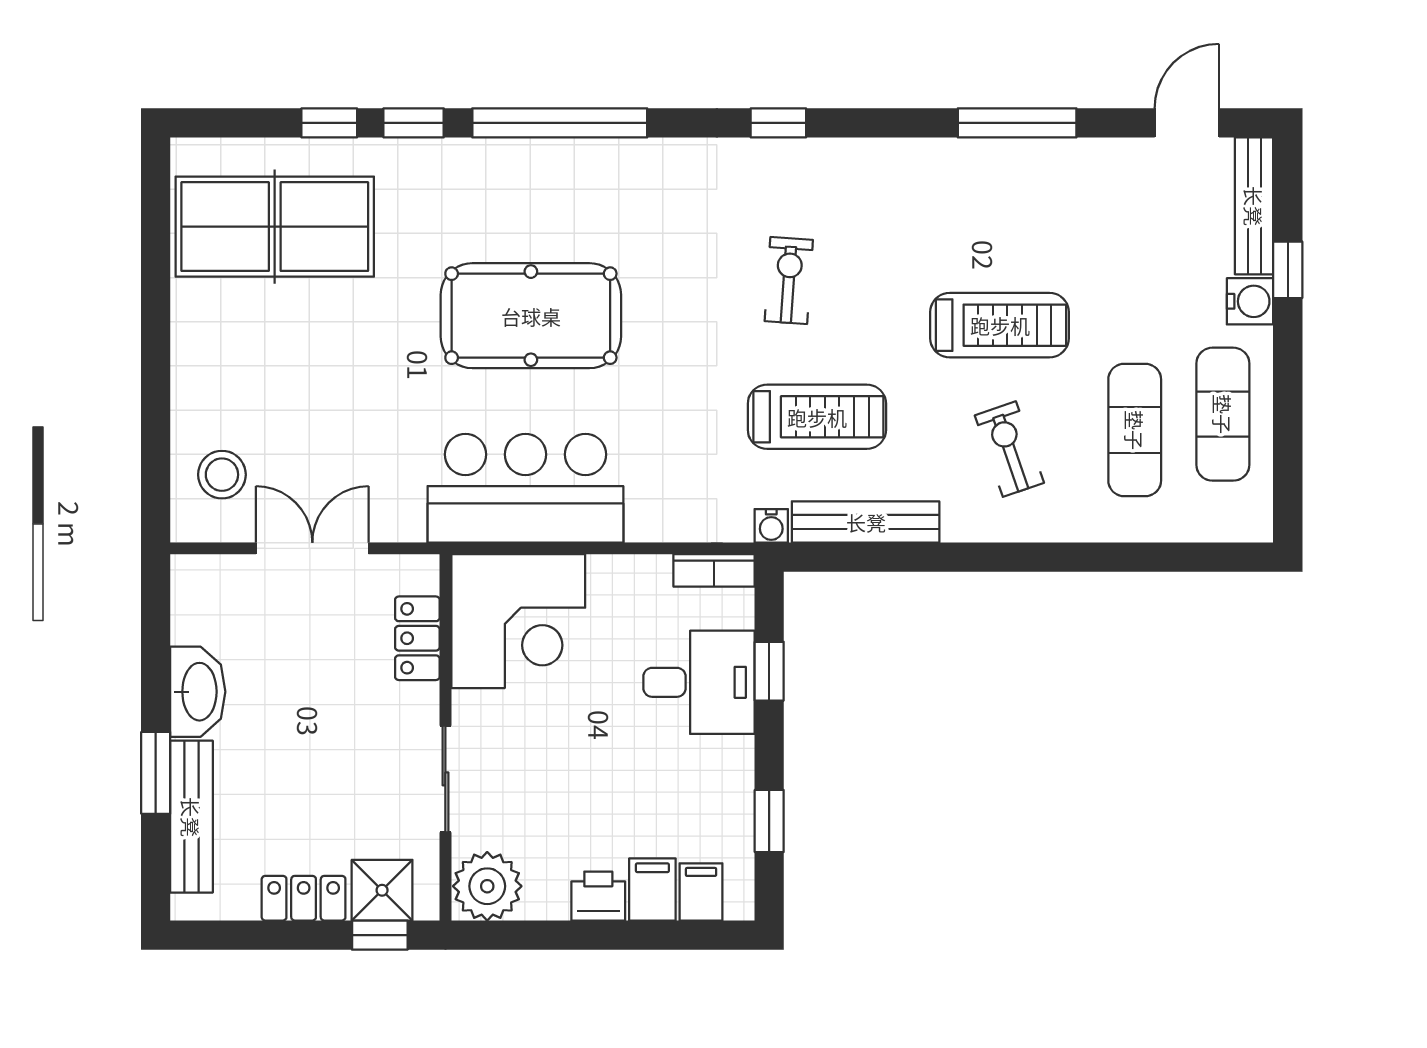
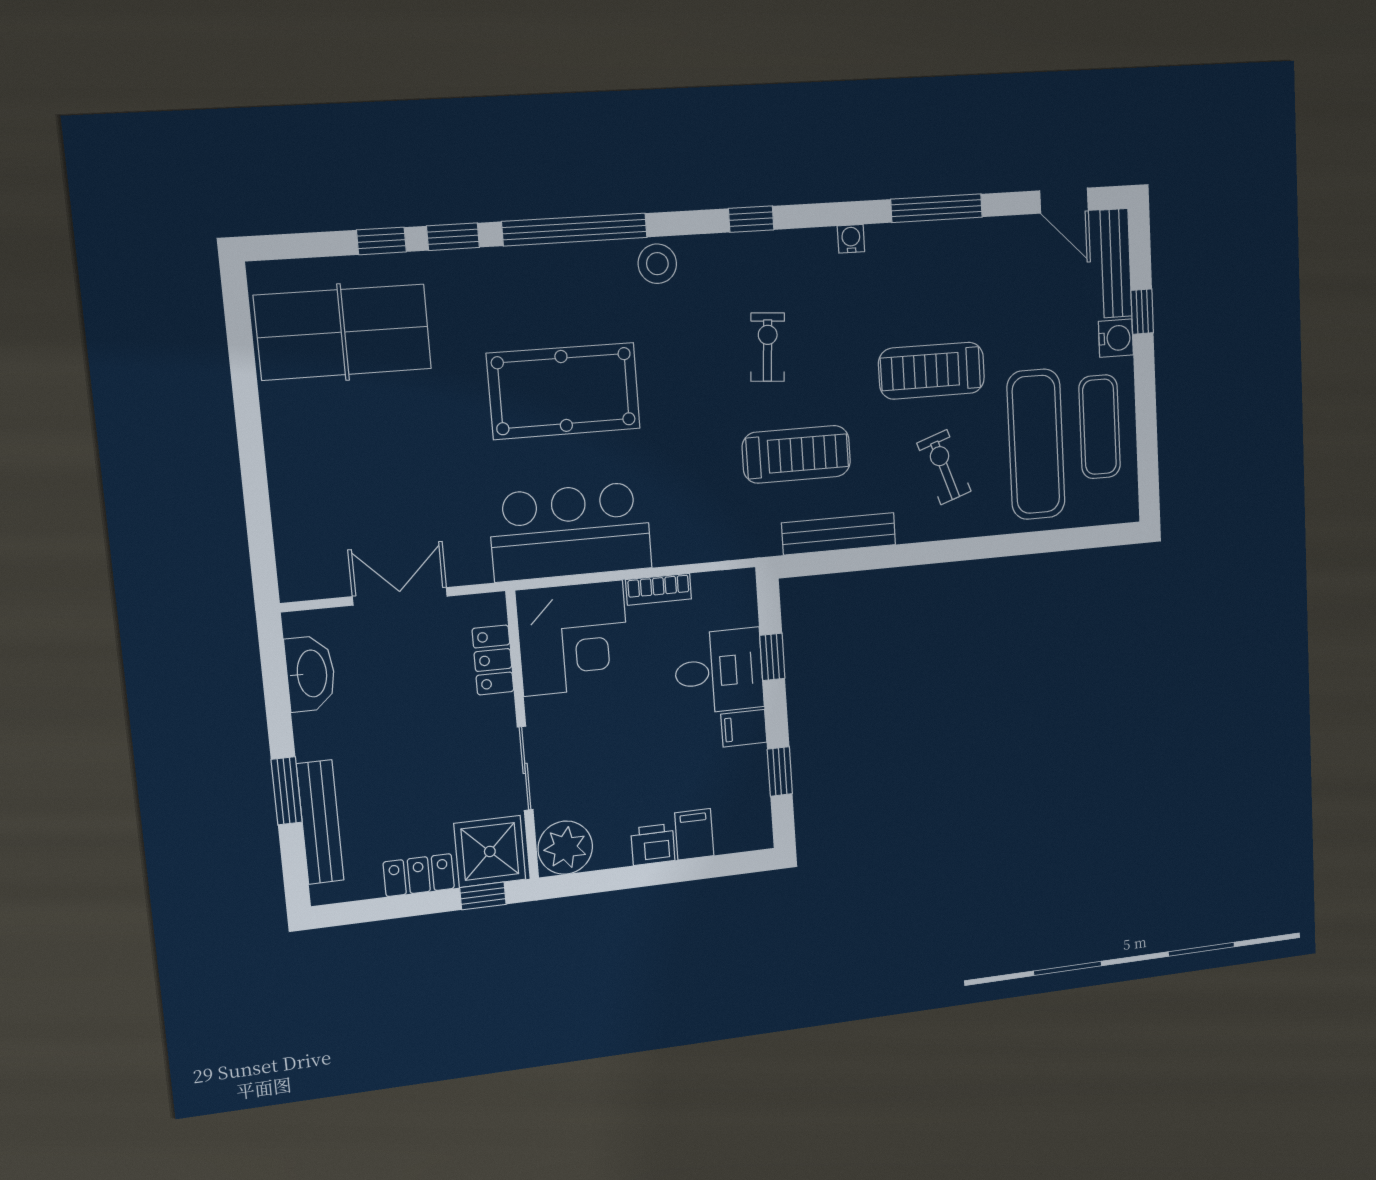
door: (1187, 123) -> (1064, 201), swing flipped
treadmill: (1000, 325) -> (932, 371), turned 180
exercise mat: (1135, 430) -> (1036, 444), width x1.36, depth x1.45
stool: (222, 475) -> (657, 264), moved
water cooler: (771, 526) -> (851, 239), moved, turned 180
bookcase: (714, 570) -> (659, 589), moved
washbasin: (198, 692) -> (311, 674), moved
shower: (382, 890) -> (490, 851), width x1.36, depth x1.36
filing cabinet: (701, 892) -> (744, 728), moved, turned -90

